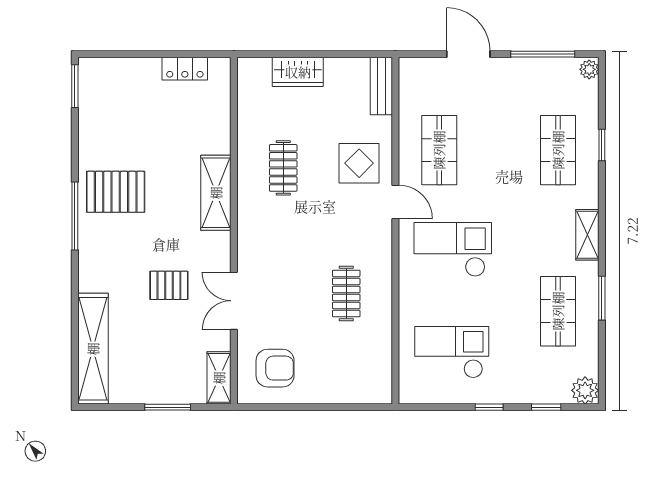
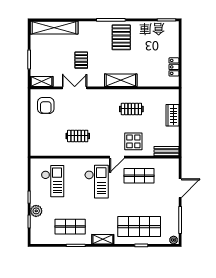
shop shelf: (558, 150) -> (139, 227), width x1.43, depth x1.36
plant: (585, 390) -> (36, 211), moved

